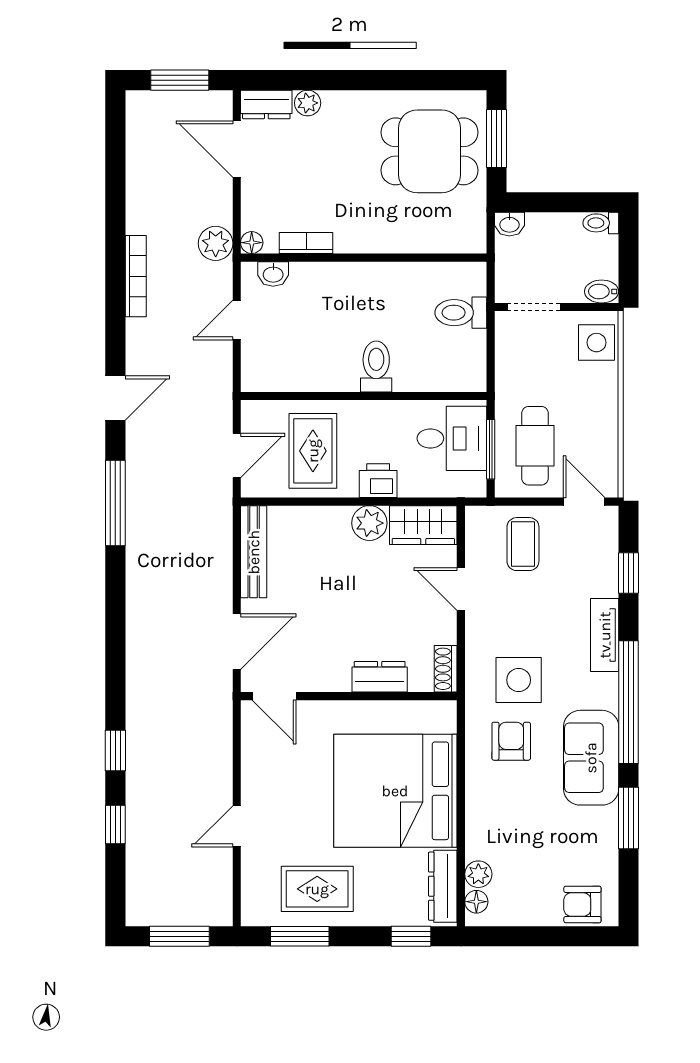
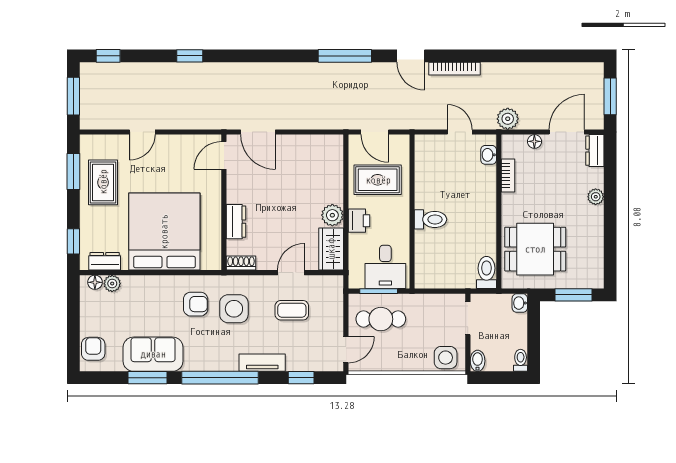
plant: (308, 103) -> (596, 197), moved
dining table: (429, 151) -> (535, 249), moved, turned 90
floor lamp: (252, 243) -> (534, 141), moved
bookcase: (136, 276) -> (454, 69), moved
toilet: (461, 313) -> (487, 273), moved
coffee table: (523, 544) -> (292, 310), moved
bench: (254, 552) -> (314, 143), removed
sofa: (591, 758) -> (153, 354), moved
window: (115, 824) -> (108, 56), moved
door: (237, 826) -> (142, 132), swing flipped
dresser: (443, 886) -> (105, 261), width x0.70

